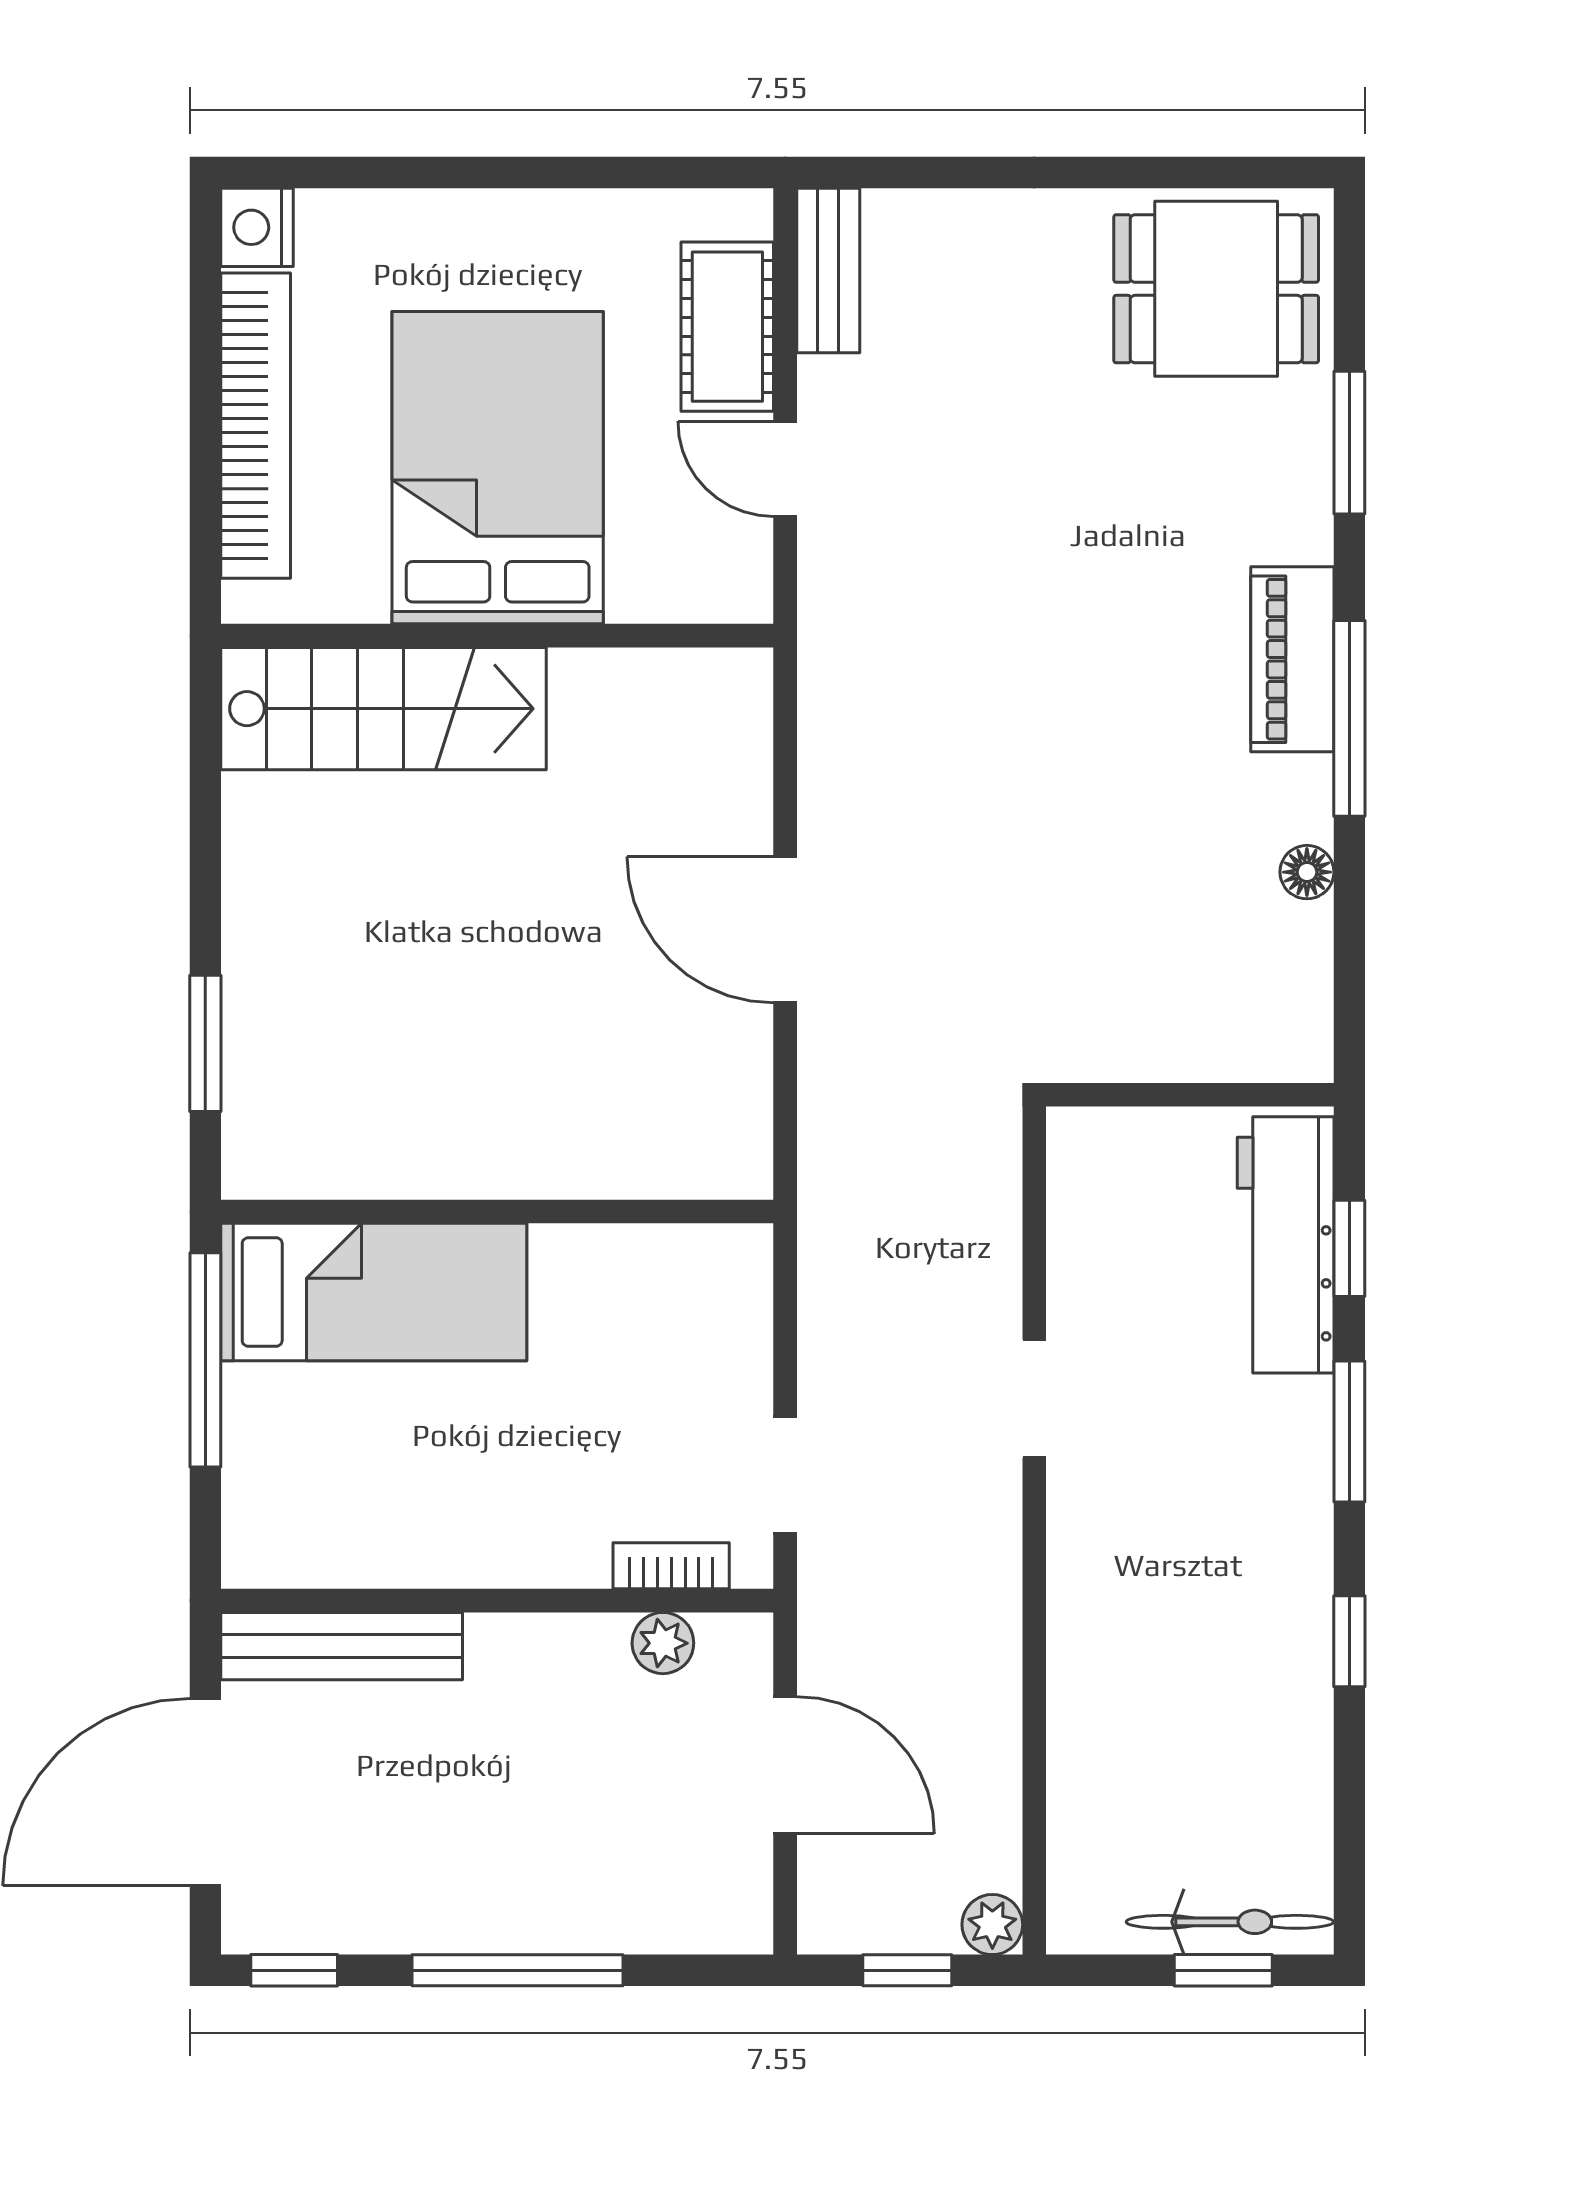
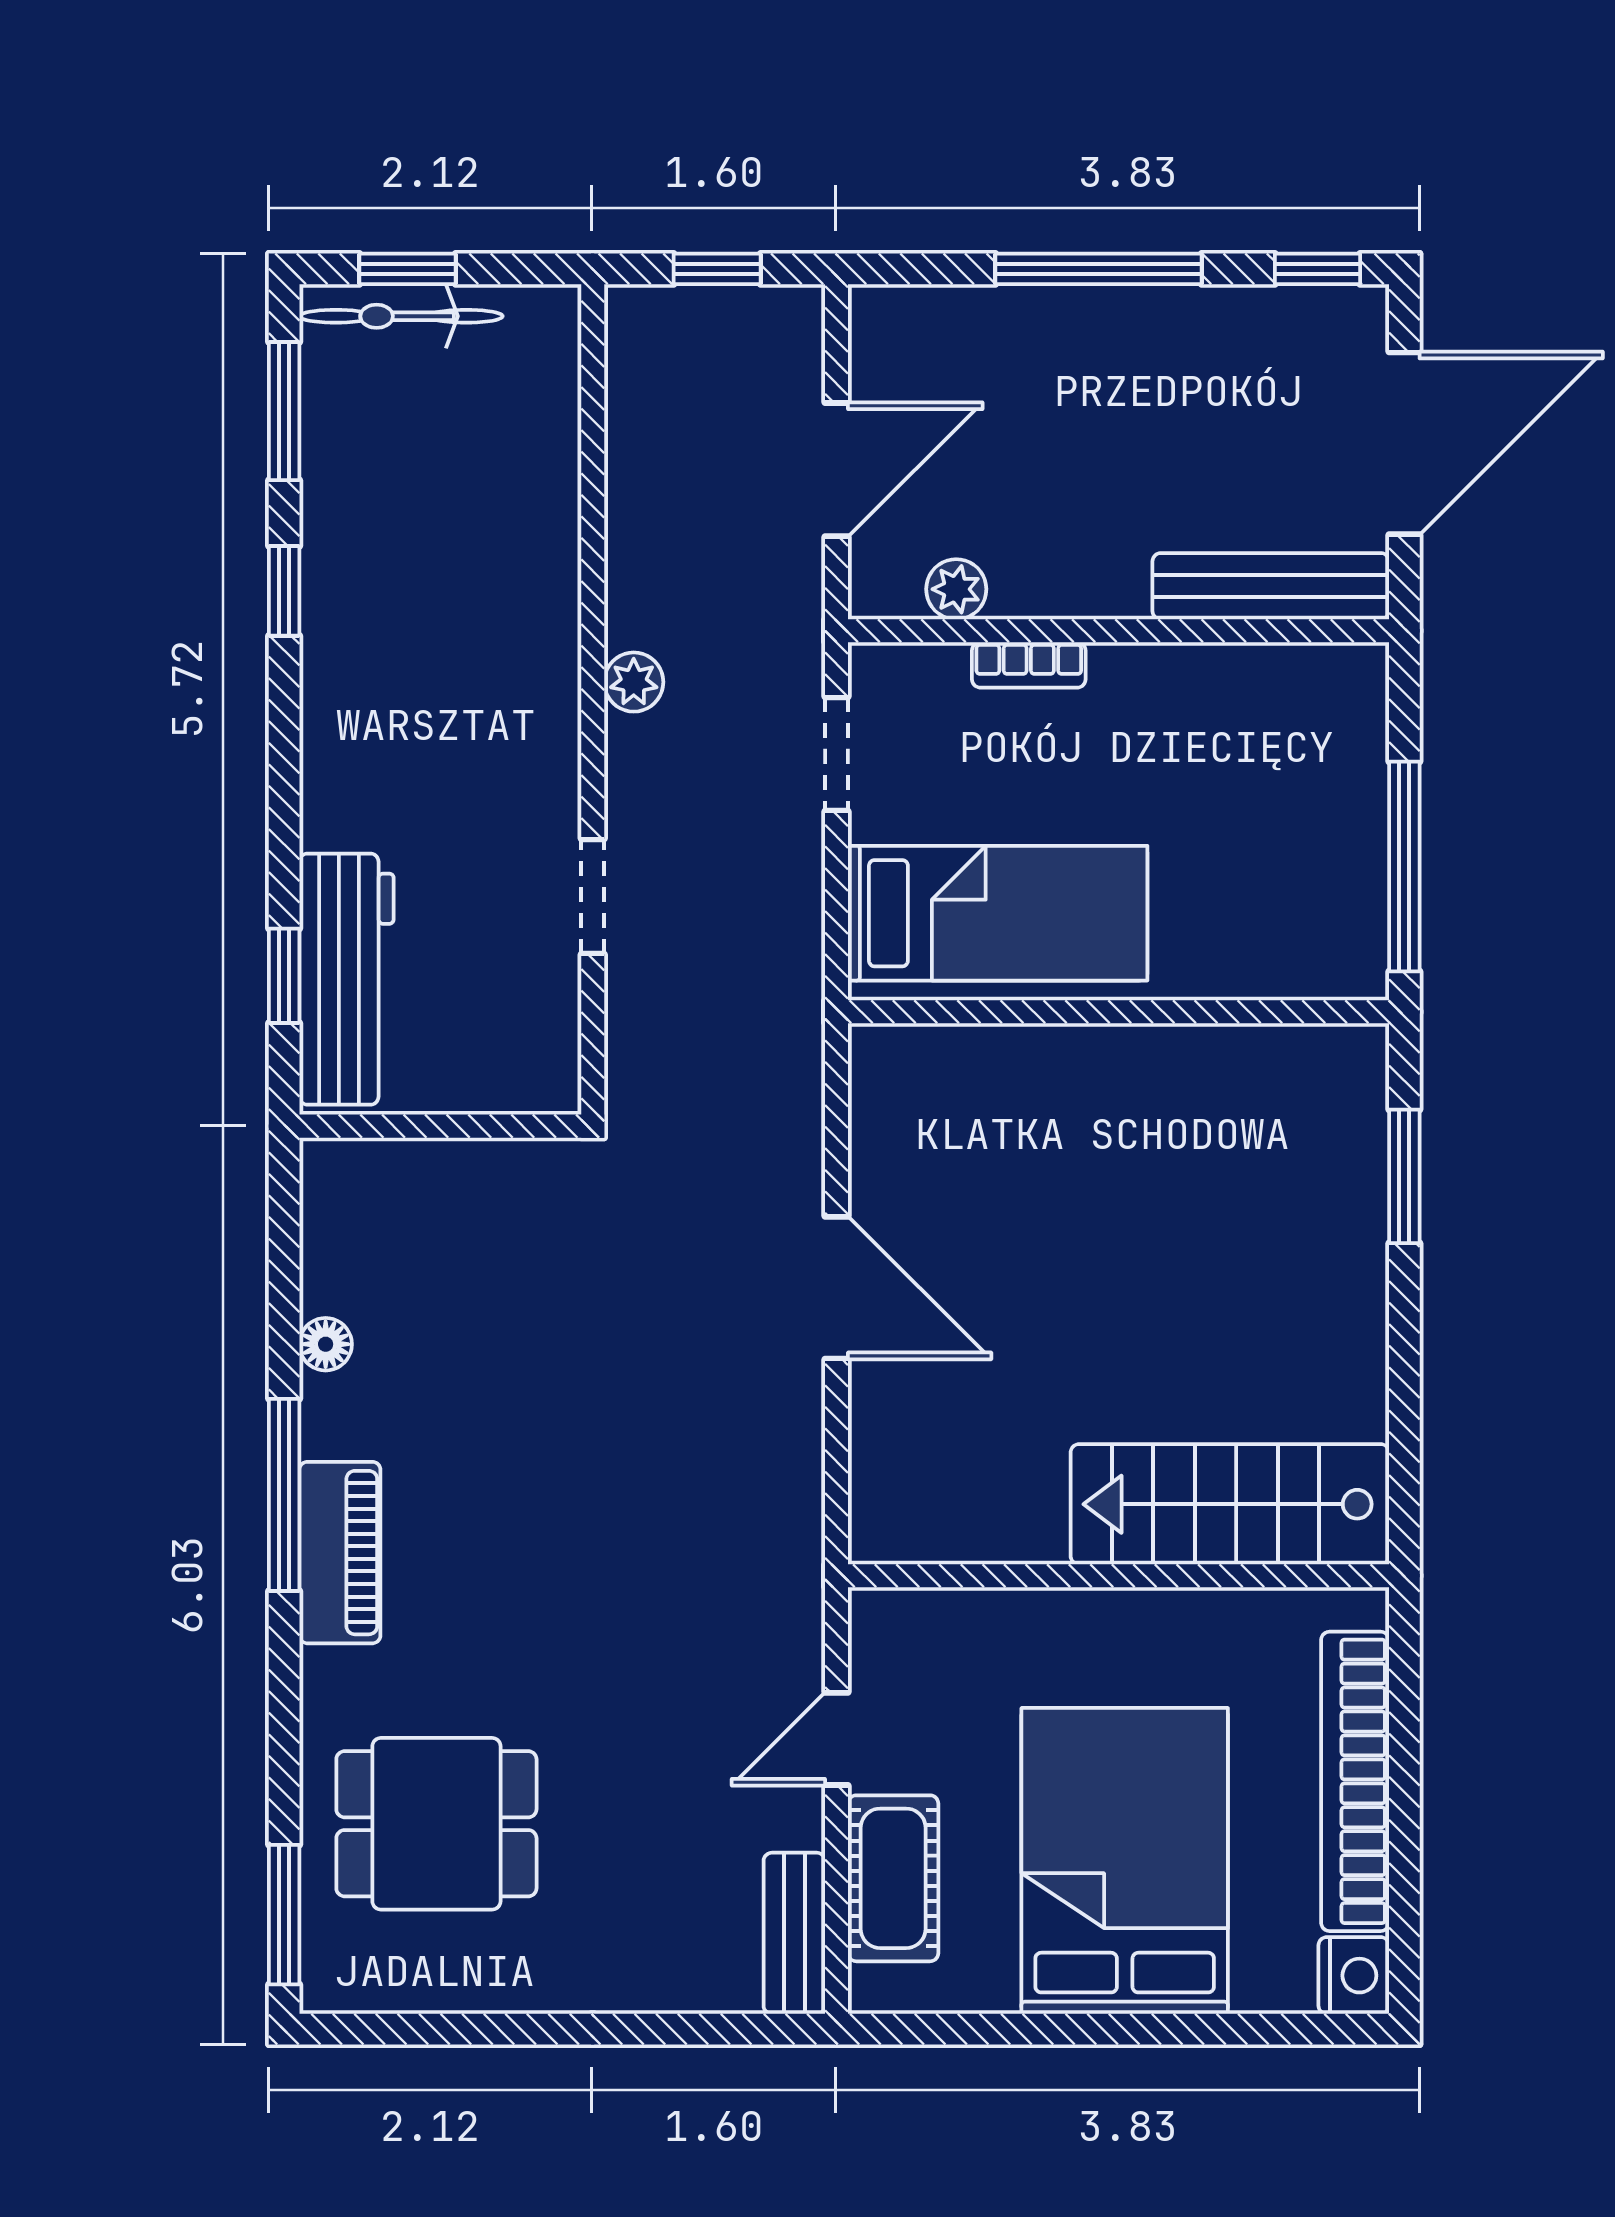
dining table: (1216, 289) -> (436, 1824), moved
window: (1349, 443) -> (284, 1915), moved
bed: (498, 468) -> (1125, 1861), moved, turned 180
door: (785, 469) -> (837, 1739), swing flipped
bed: (374, 1292) -> (998, 913), moved, turned 180
doorway: (1034, 1399) -> (593, 897), moved
window: (1349, 1432) -> (284, 411), moved
bookcase: (671, 1566) -> (1029, 665), moved
door: (785, 1765) -> (837, 470), swing flipped
plant: (992, 1925) -> (634, 682), moved

